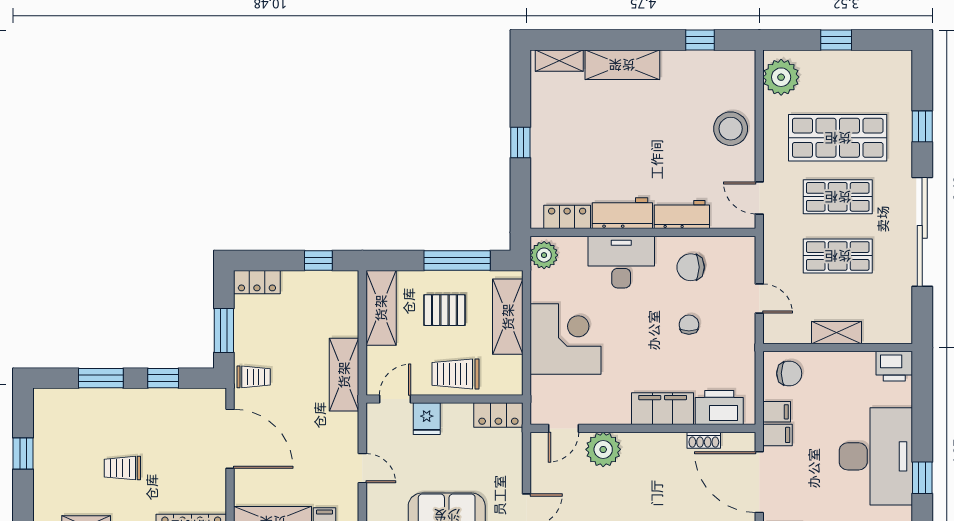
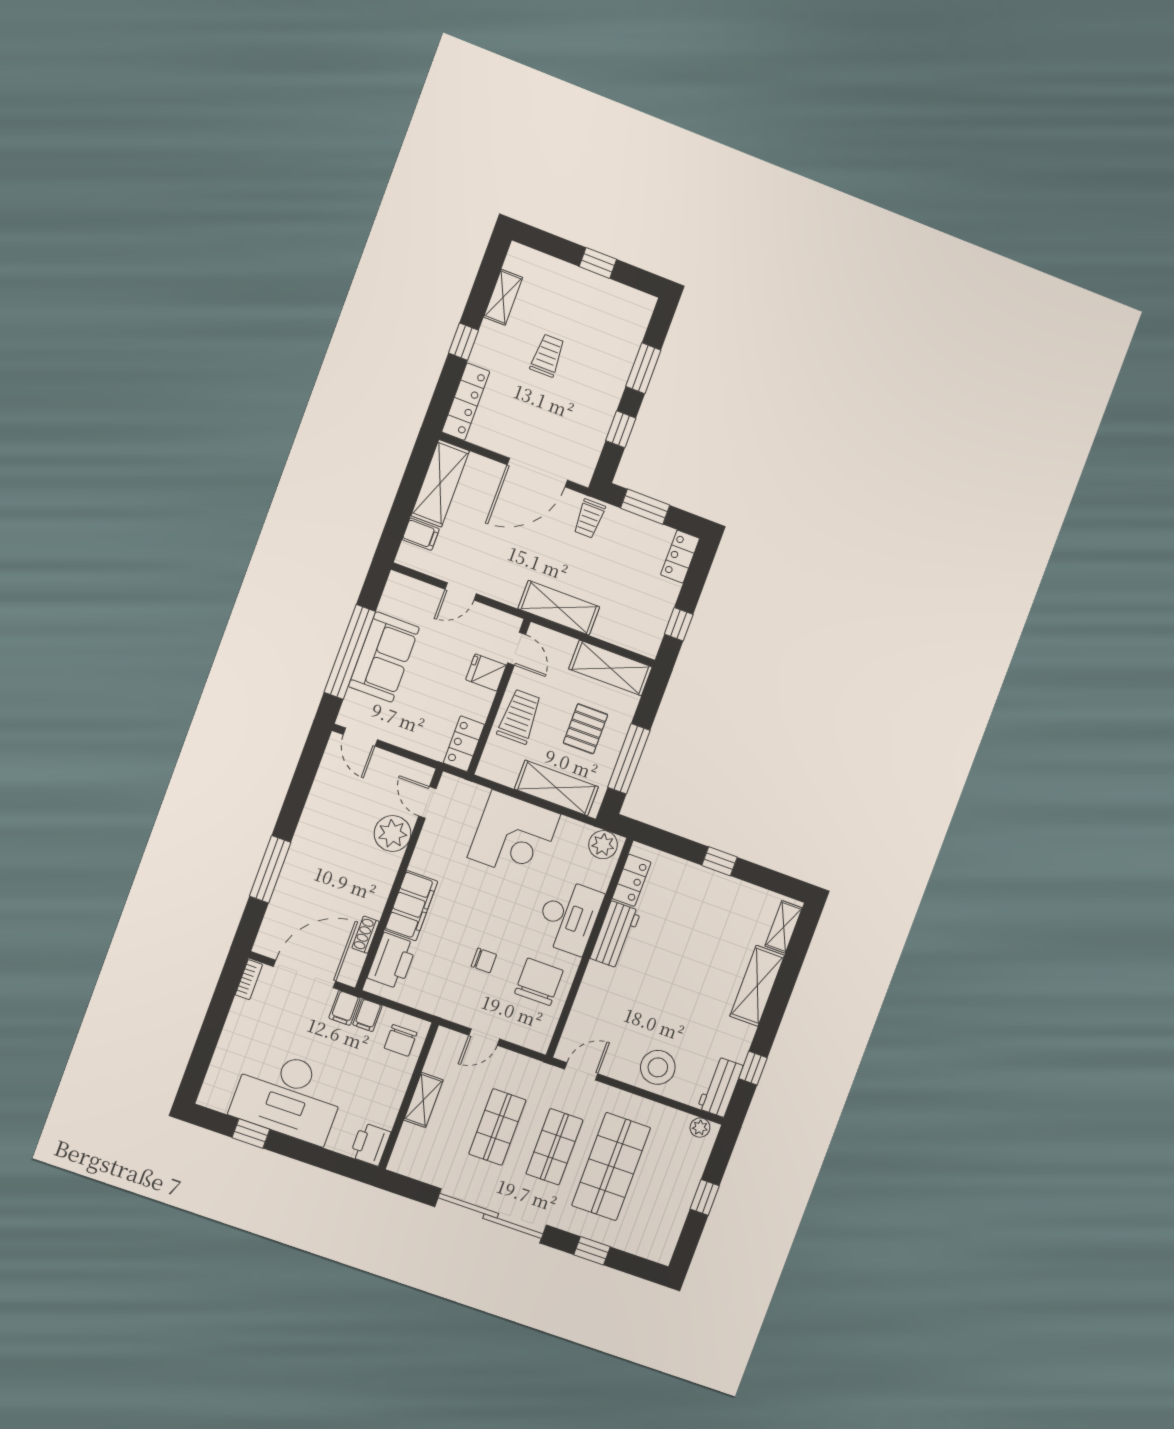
plant: (781, 77) -> (700, 1128), width x0.53, depth x0.53
workbench: (682, 215) -> (720, 1087), moved, turned 180
chair: (691, 267) -> (539, 982), width x1.37, depth x1.37

